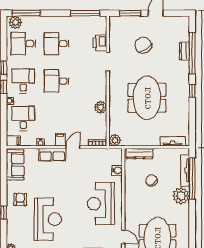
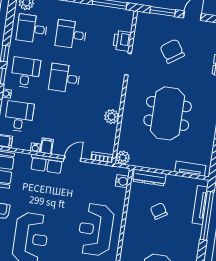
filing cabinet: (60, 140) -> (47, 146), moved
water cooler: (117, 170) -> (122, 181), moved
plant: (181, 196) -> (191, 234), removed

